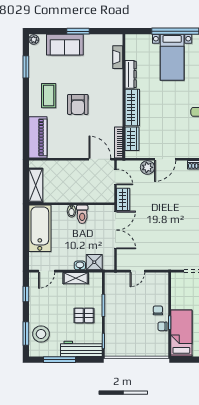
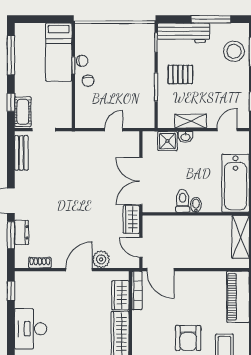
armchair: (78, 104) -> (188, 338), turned 180

